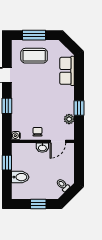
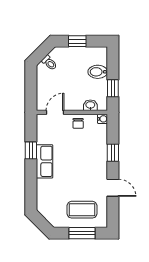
row of seats: (67, 71) -> (45, 161), moved
plant: (69, 119) -> (42, 138), removed
washbasin: (42, 148) -> (90, 105), moved

